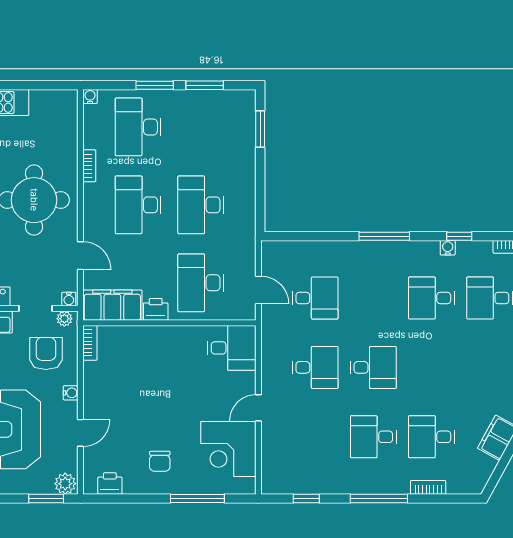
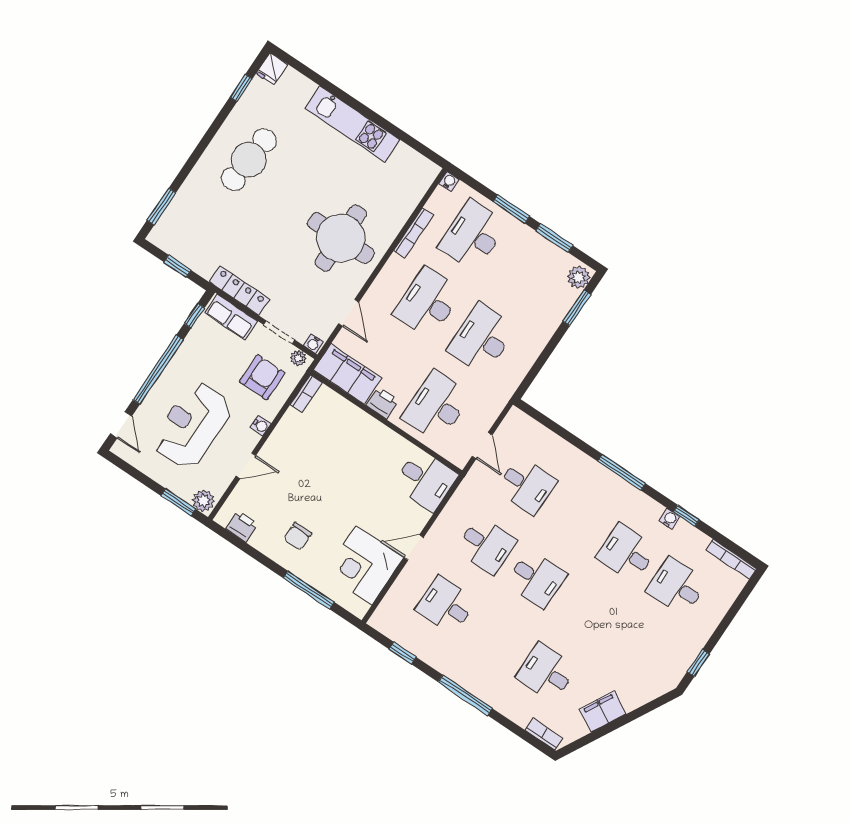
plant: (245, 104) -> (579, 277), added
bookcase: (89, 166) -> (413, 233), width x1.56
desk: (373, 437) -> (446, 605), moved
bookcase: (428, 487) -> (544, 734), moved

